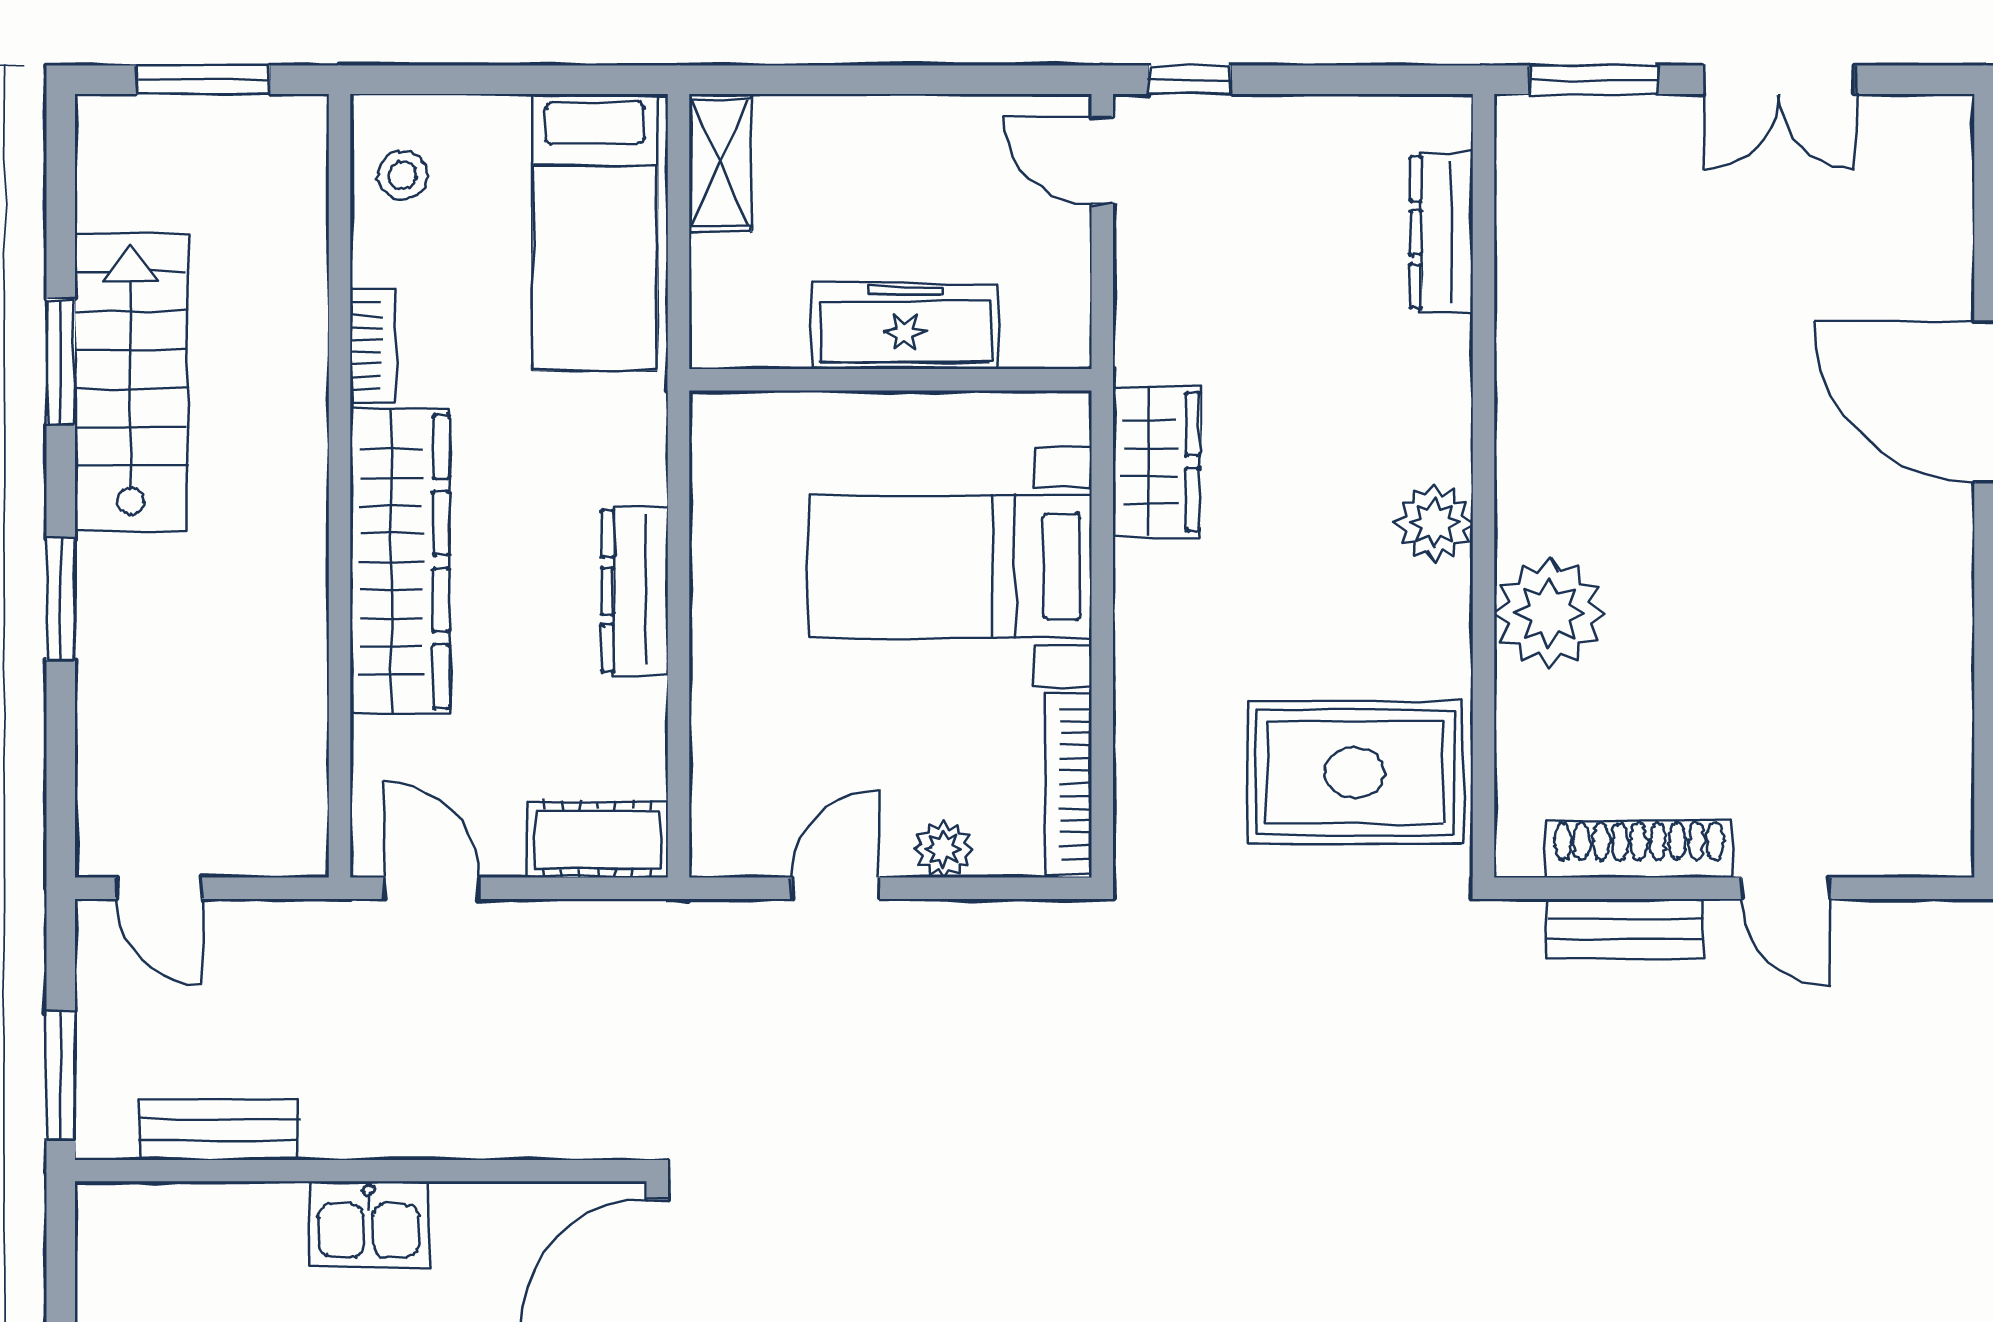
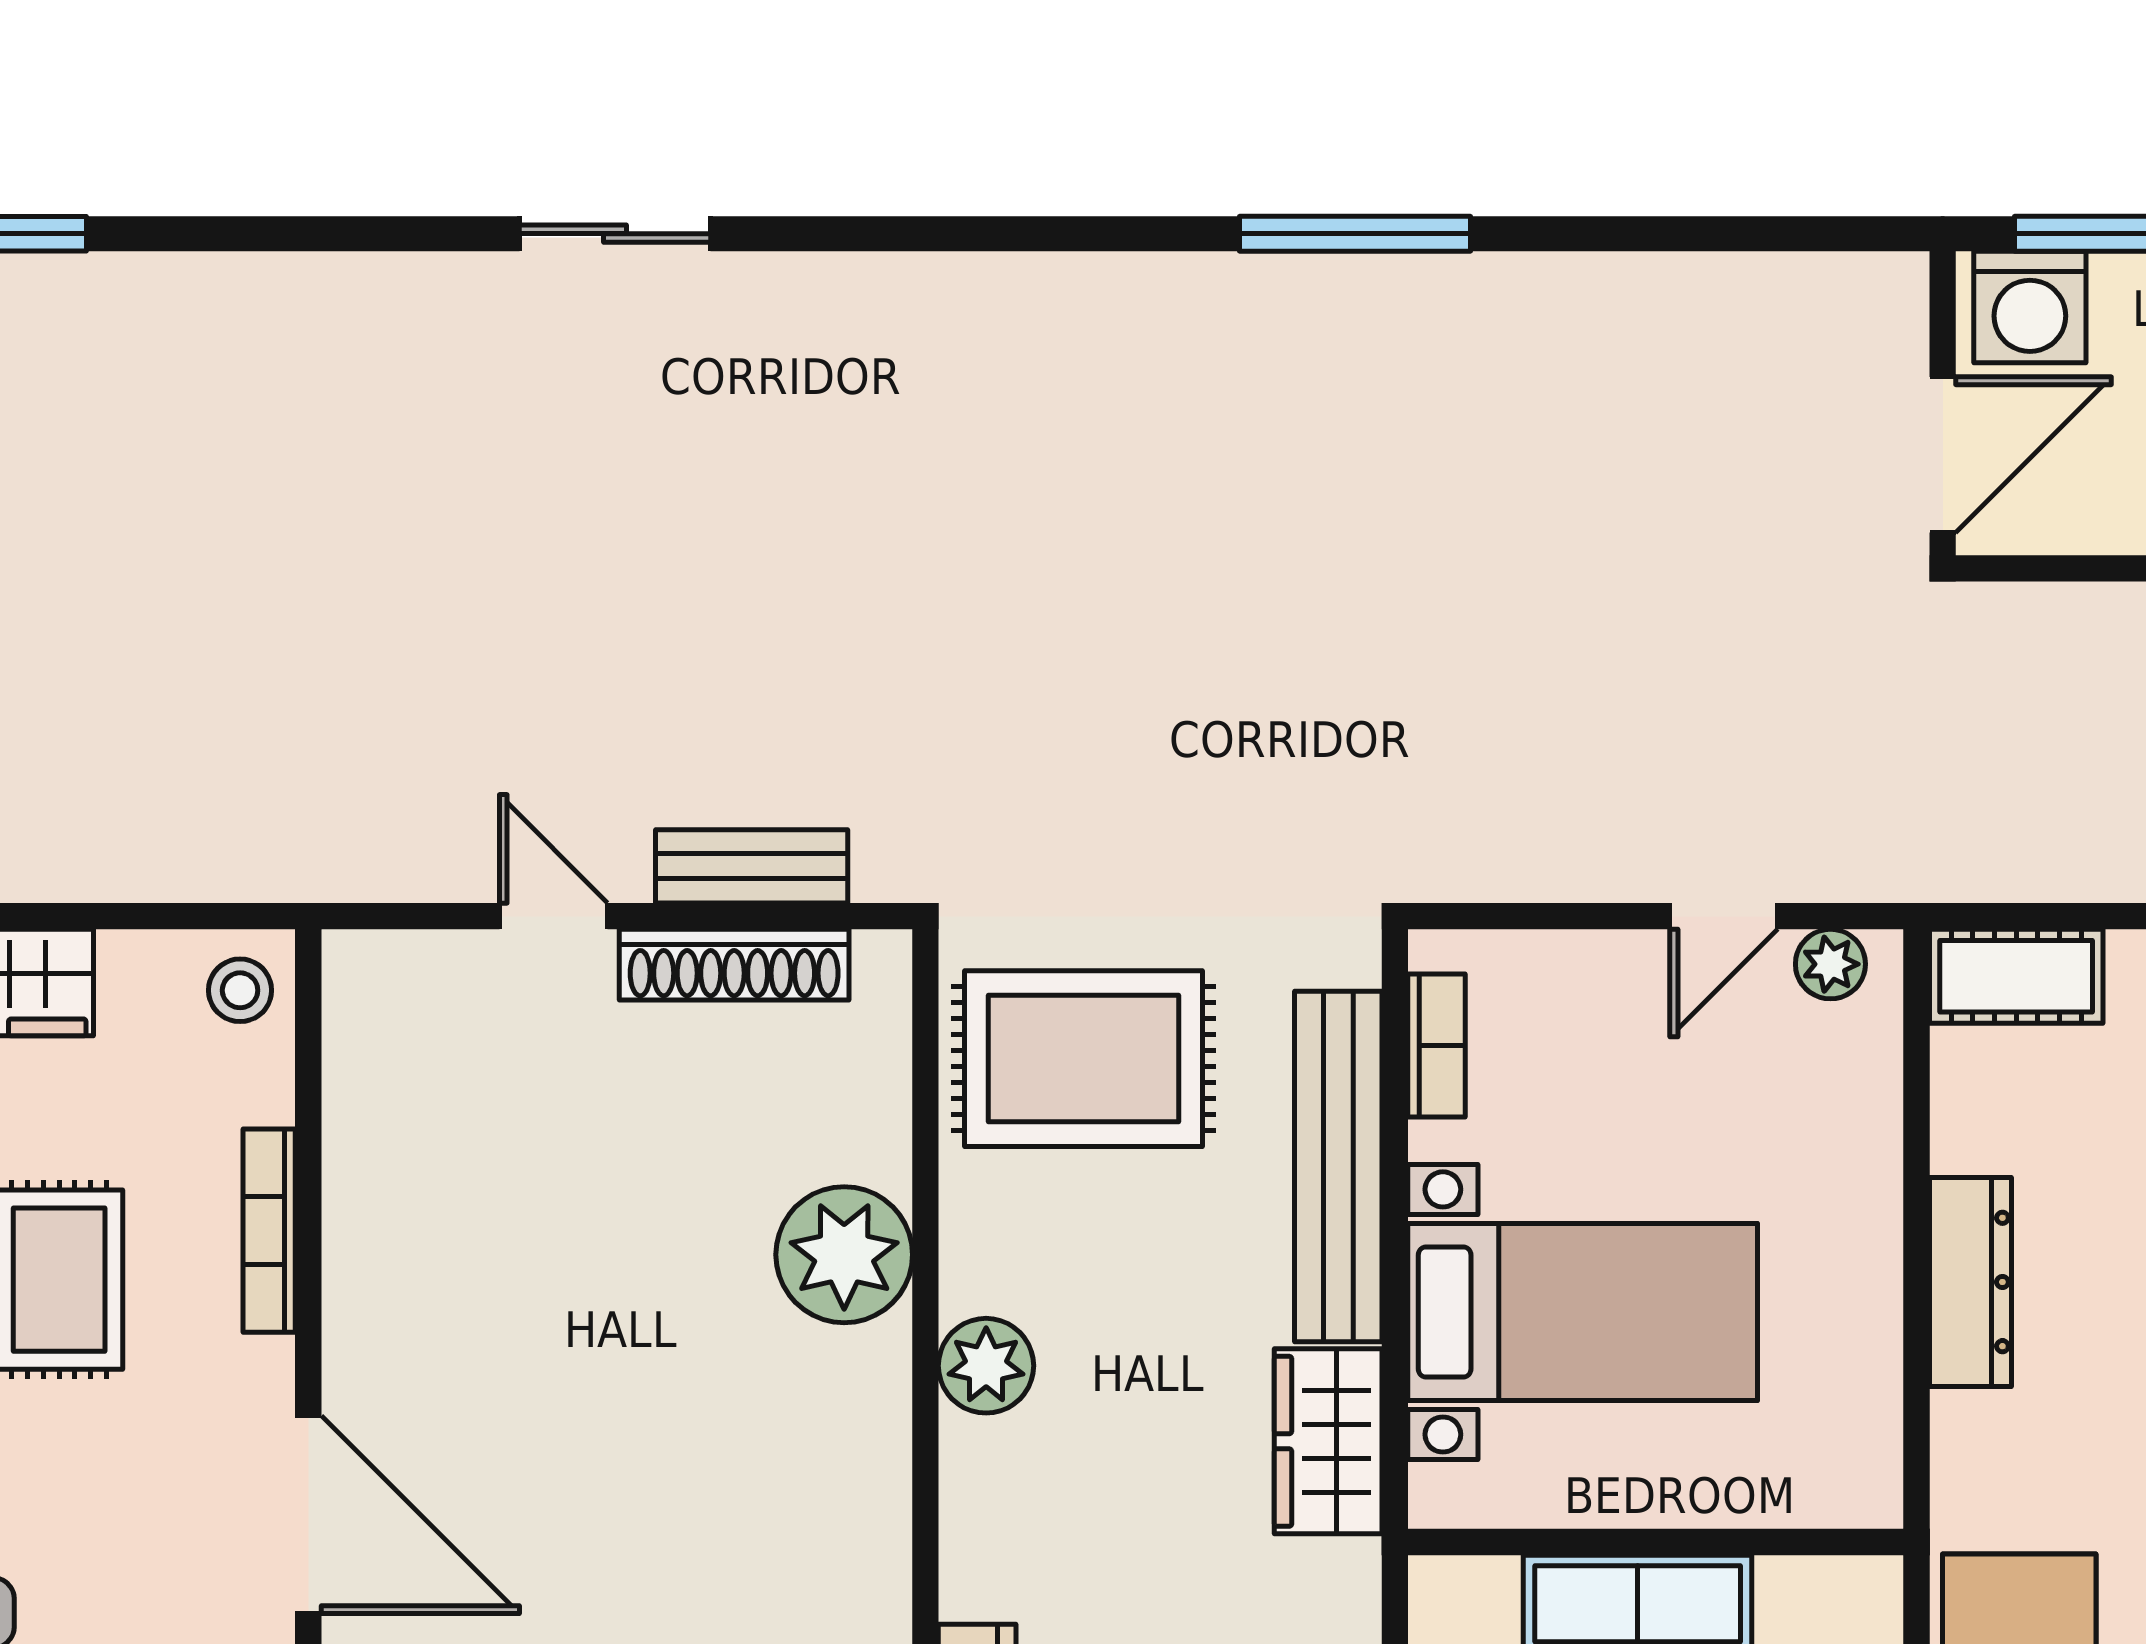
bench: (1148, 685) -> (1338, 1166), added
bookcase: (1068, 783) -> (1437, 1045), width x0.64
plant: (944, 849) -> (1830, 964), moved

